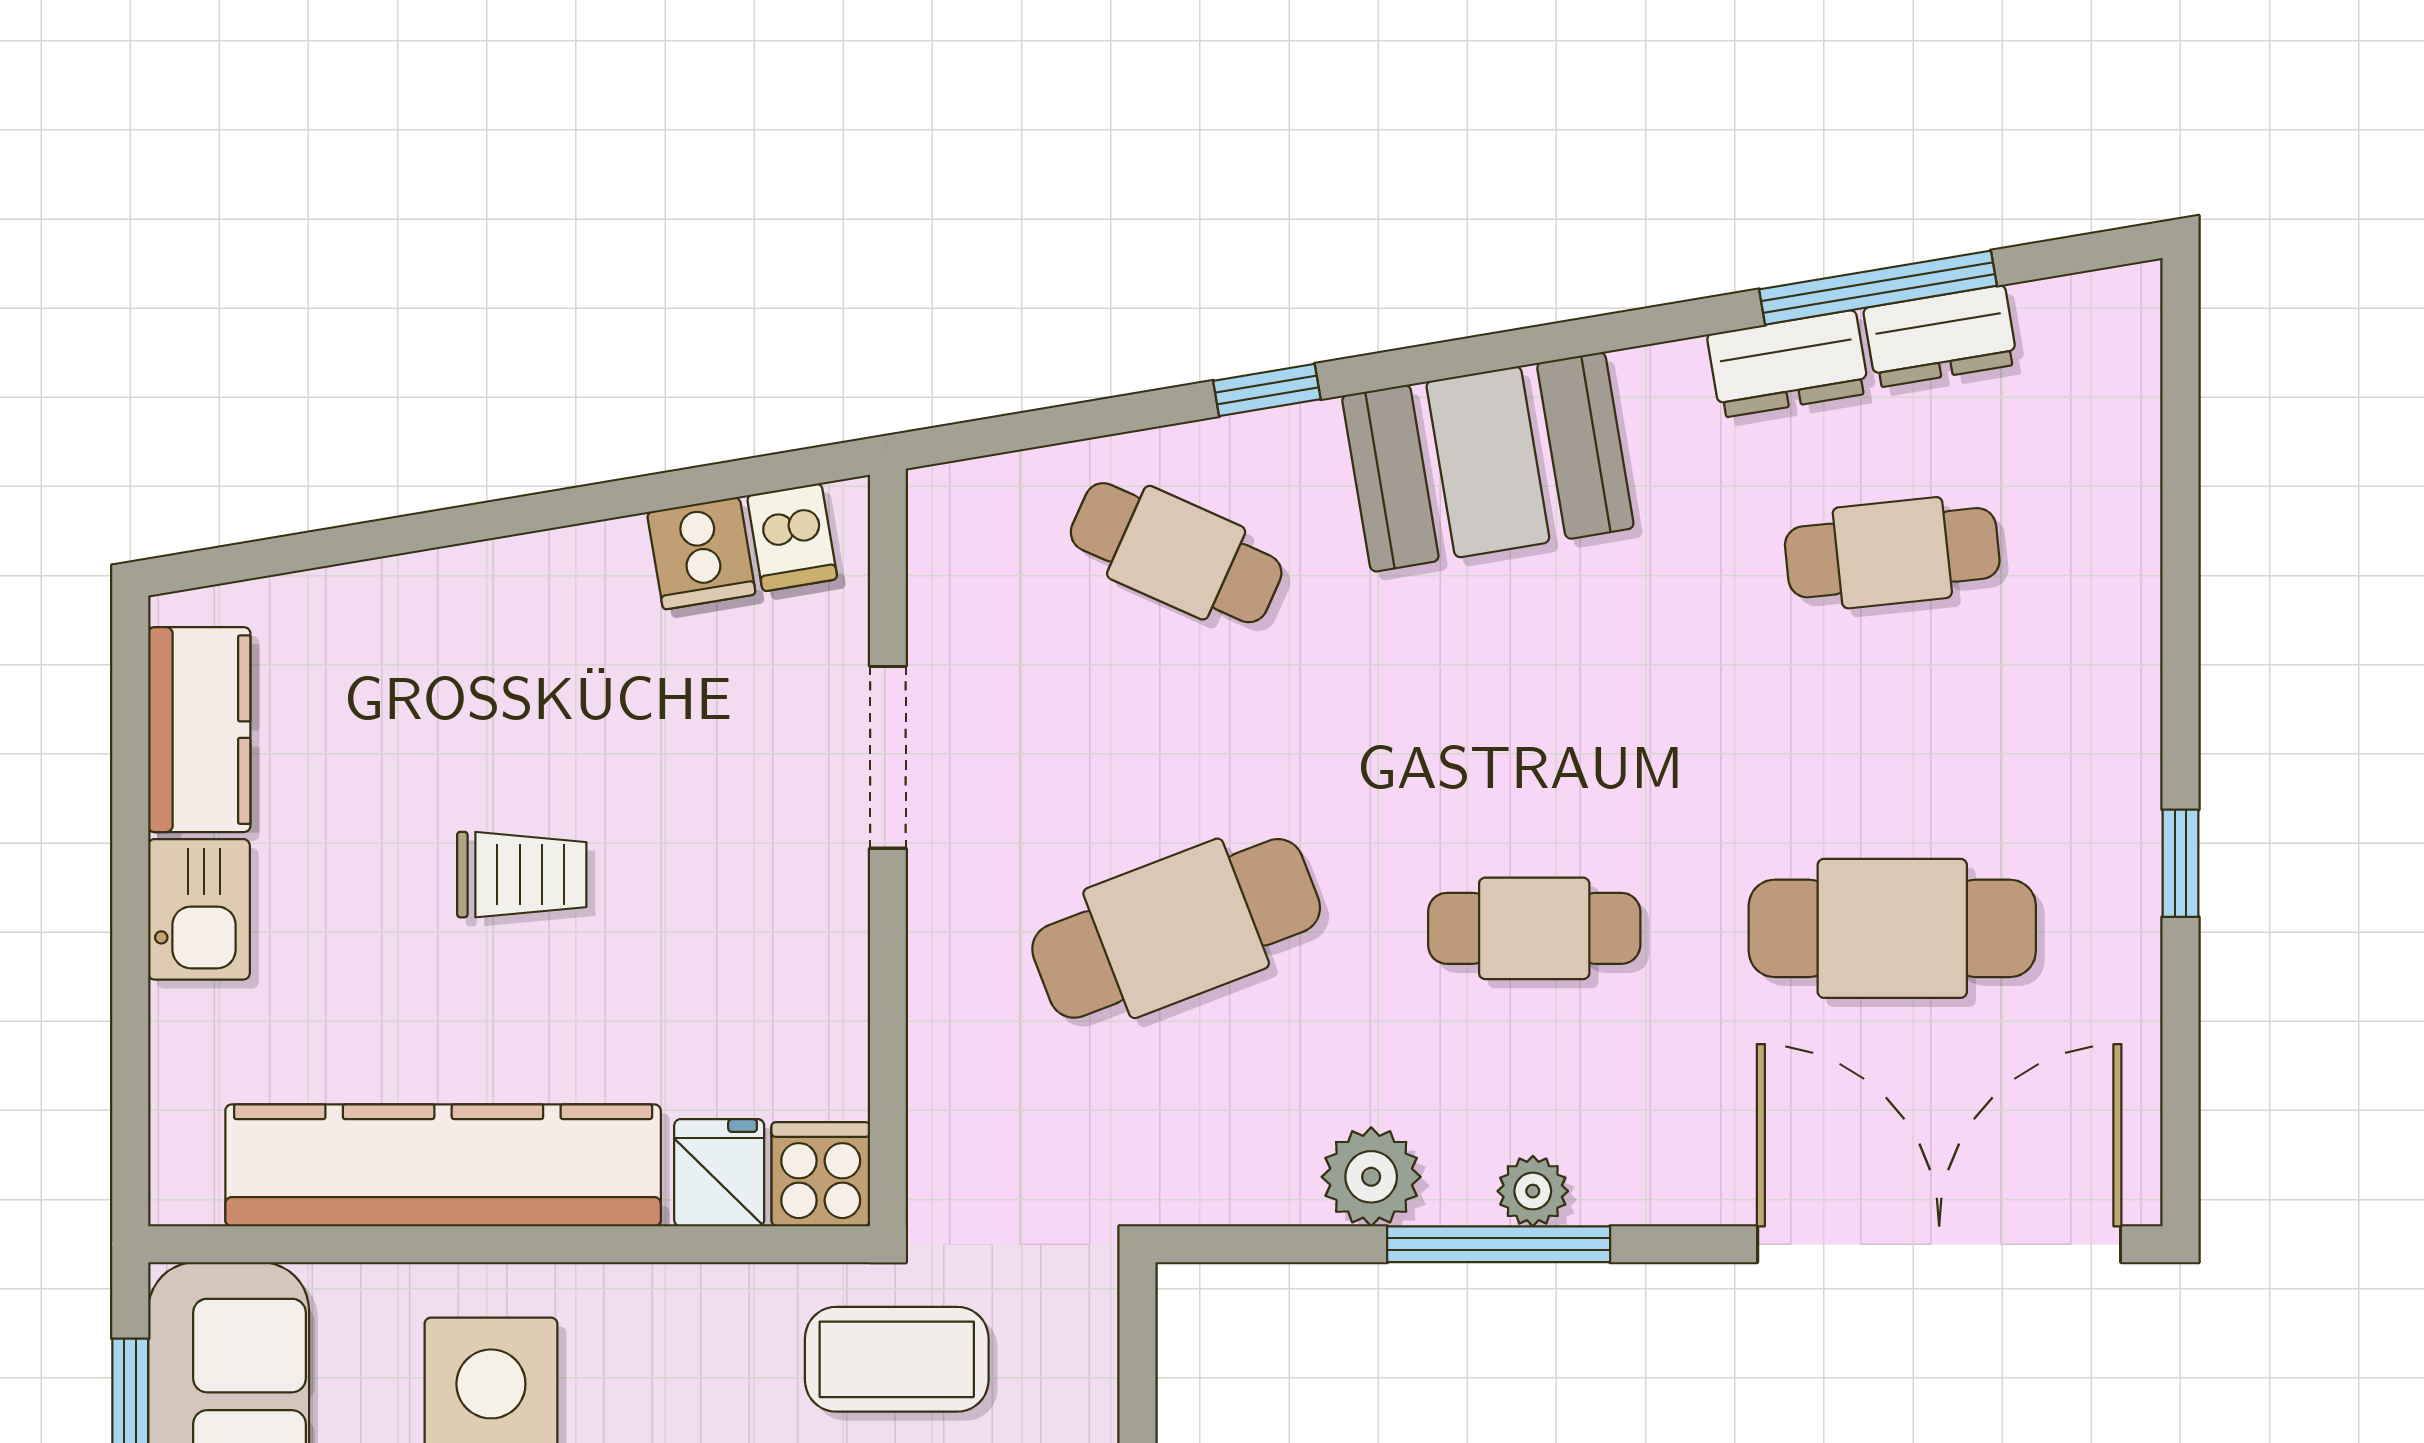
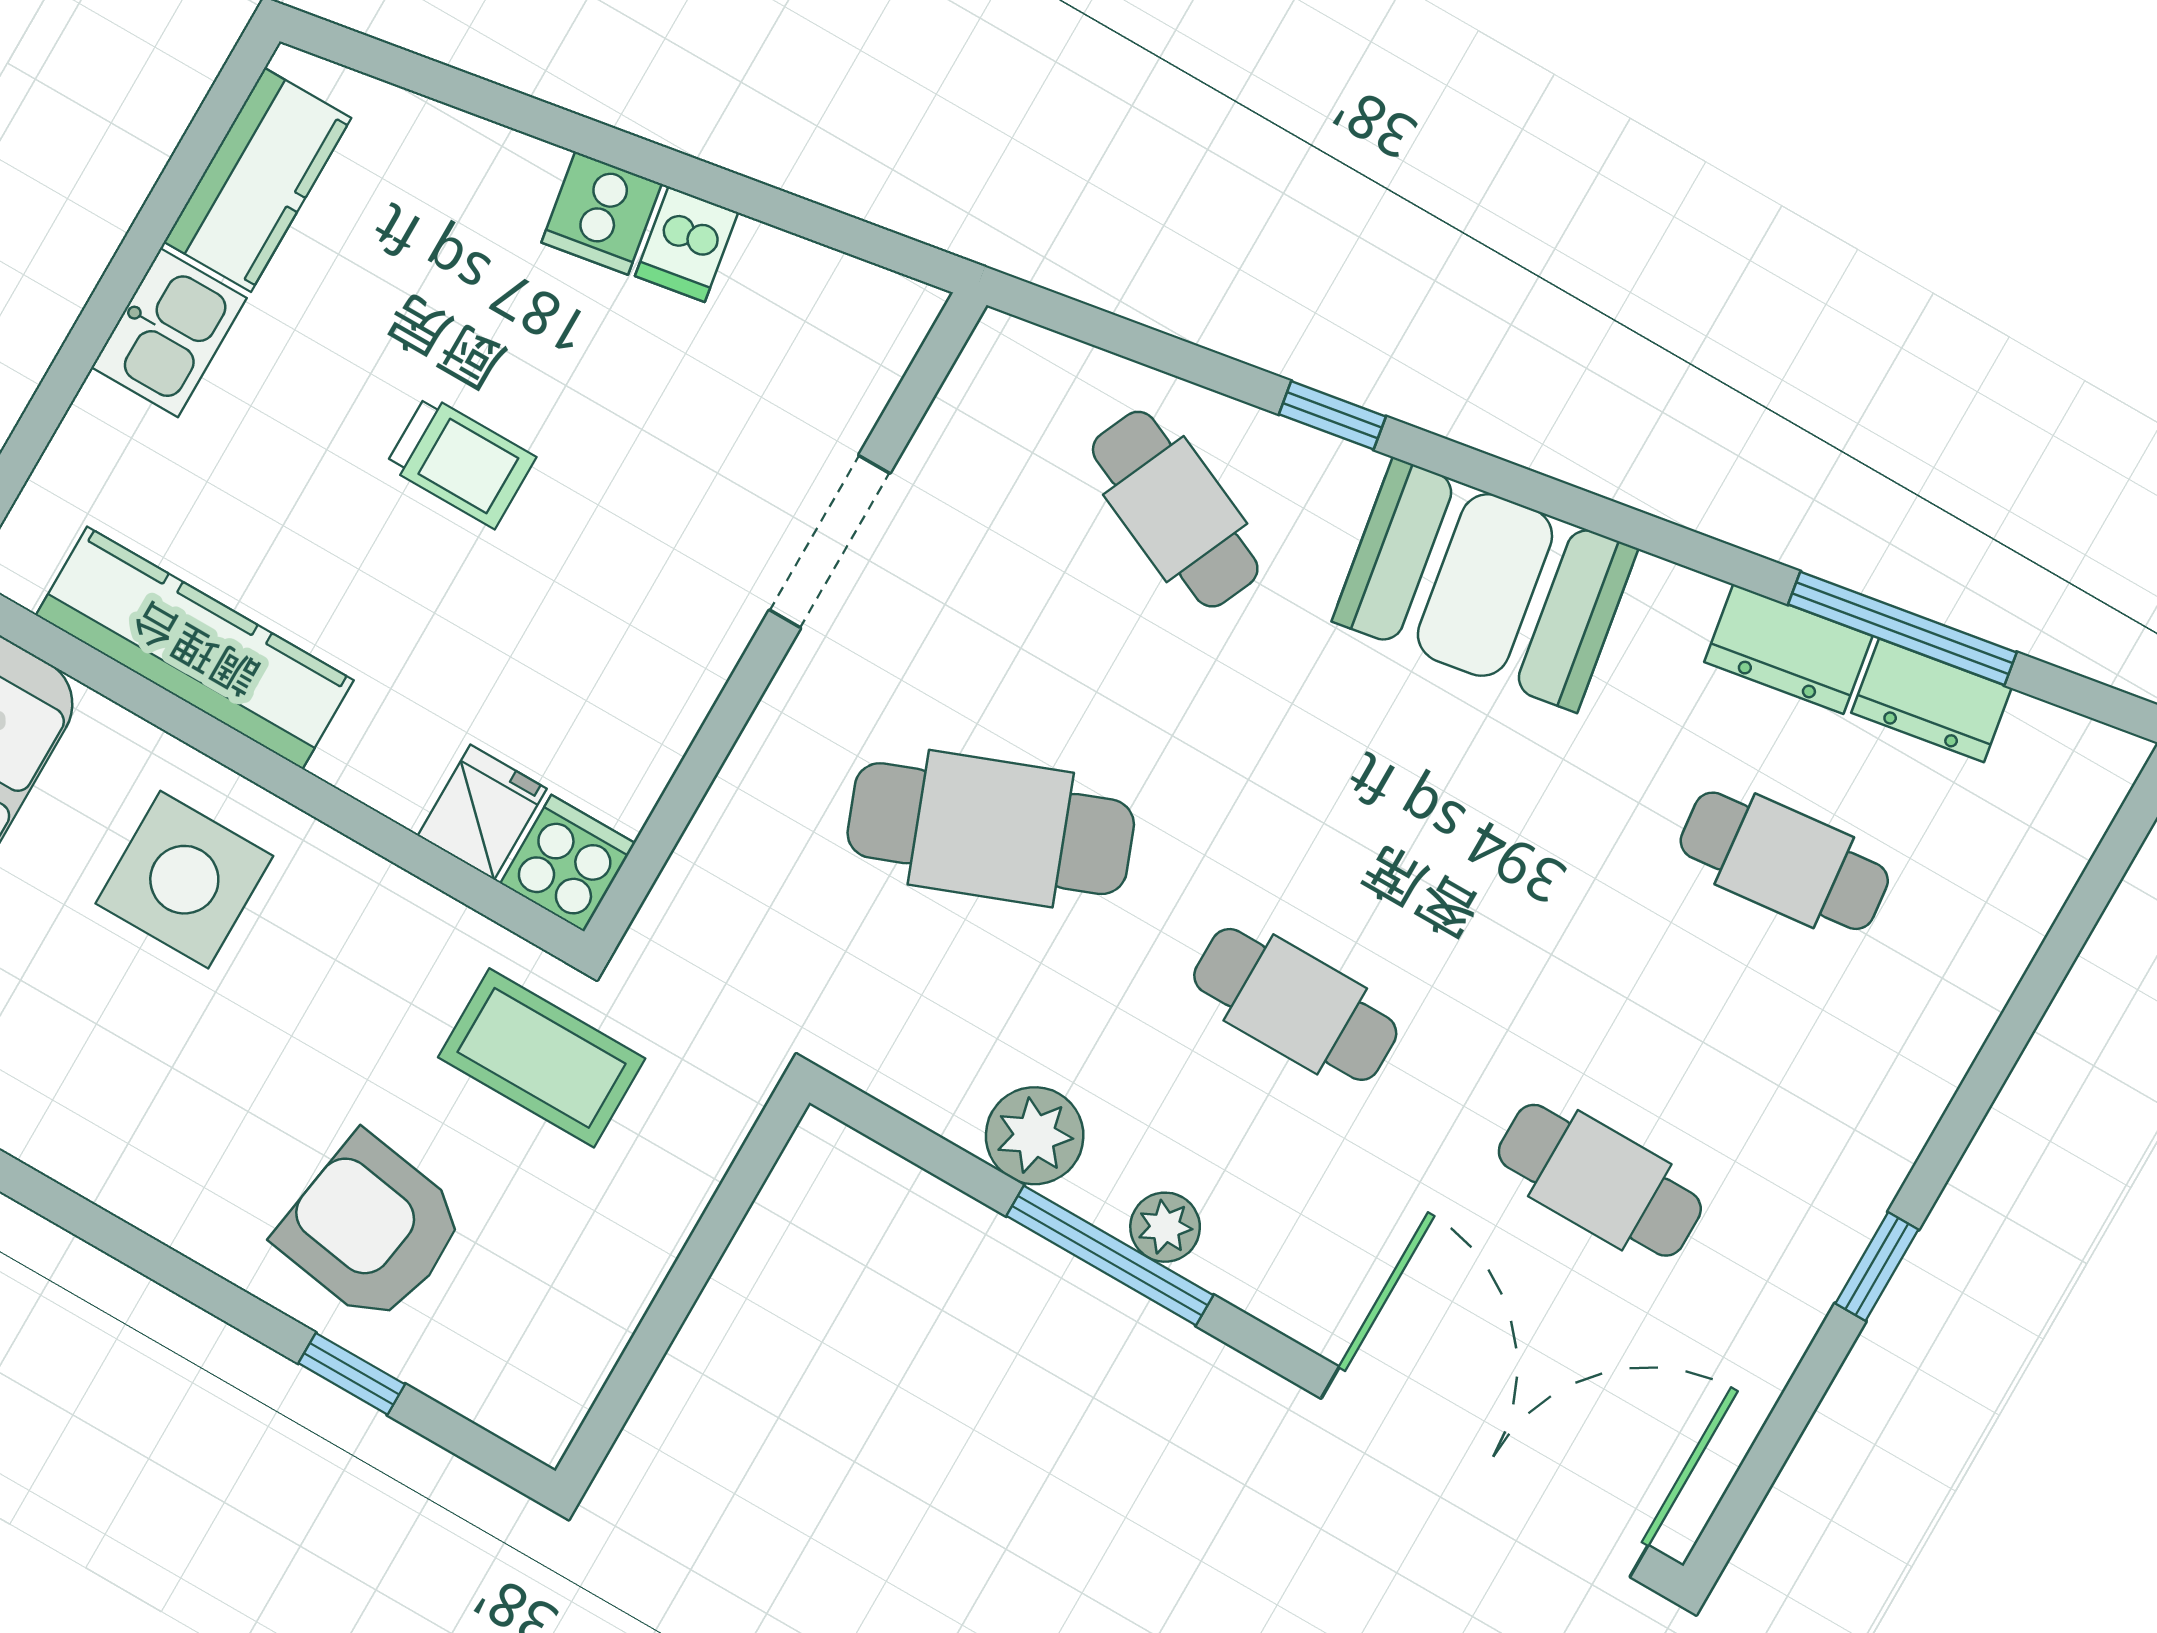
dishwasher: (792, 537) -> (687, 244), moved
cooker: (701, 553) -> (602, 213), moved
cafe table: (1892, 928) -> (1600, 1180), width x0.73, depth x0.74
kitchen counter: (443, 1165) -> (195, 648), width x0.72, depth x0.86

